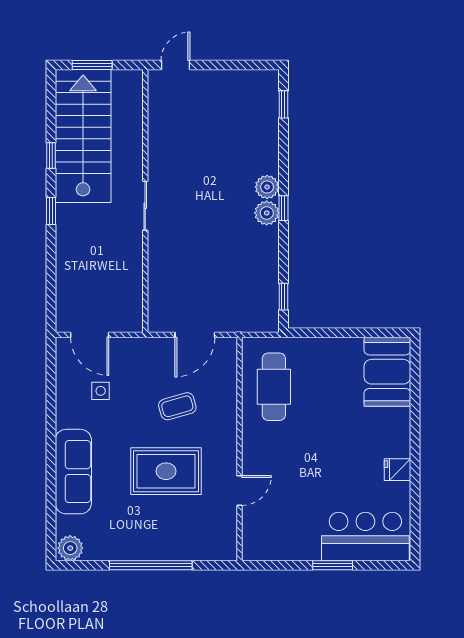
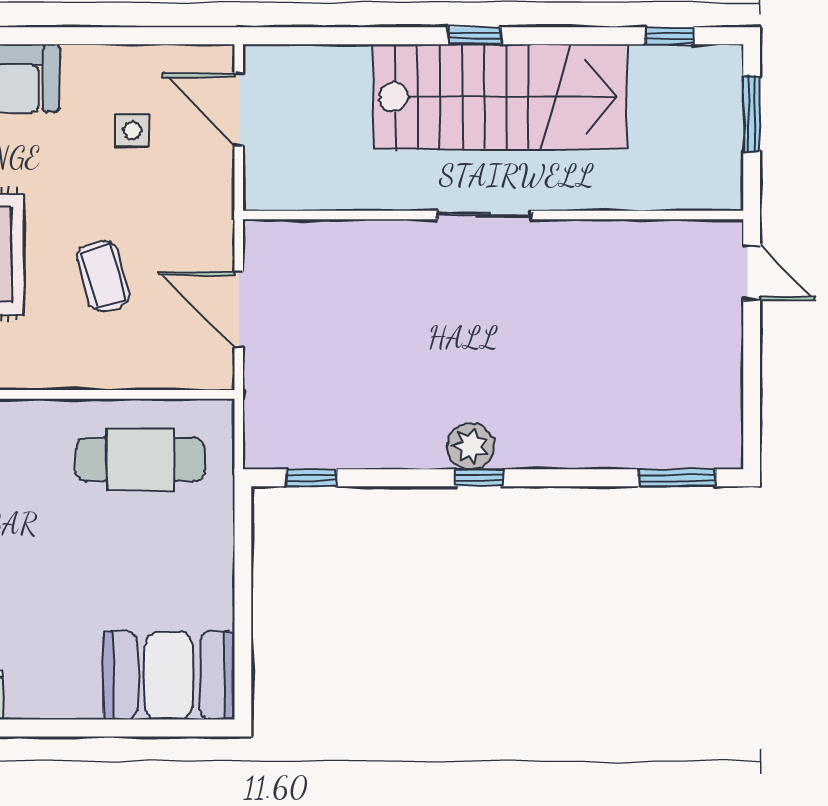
window: (283, 104) -> (677, 478), width x1.50
stairs: (83, 136) -> (500, 97), moved
window: (51, 156) -> (669, 36), moved
plant: (267, 187) -> (520, 447), removed
door: (90, 335) -> (239, 109), hinge flipped

